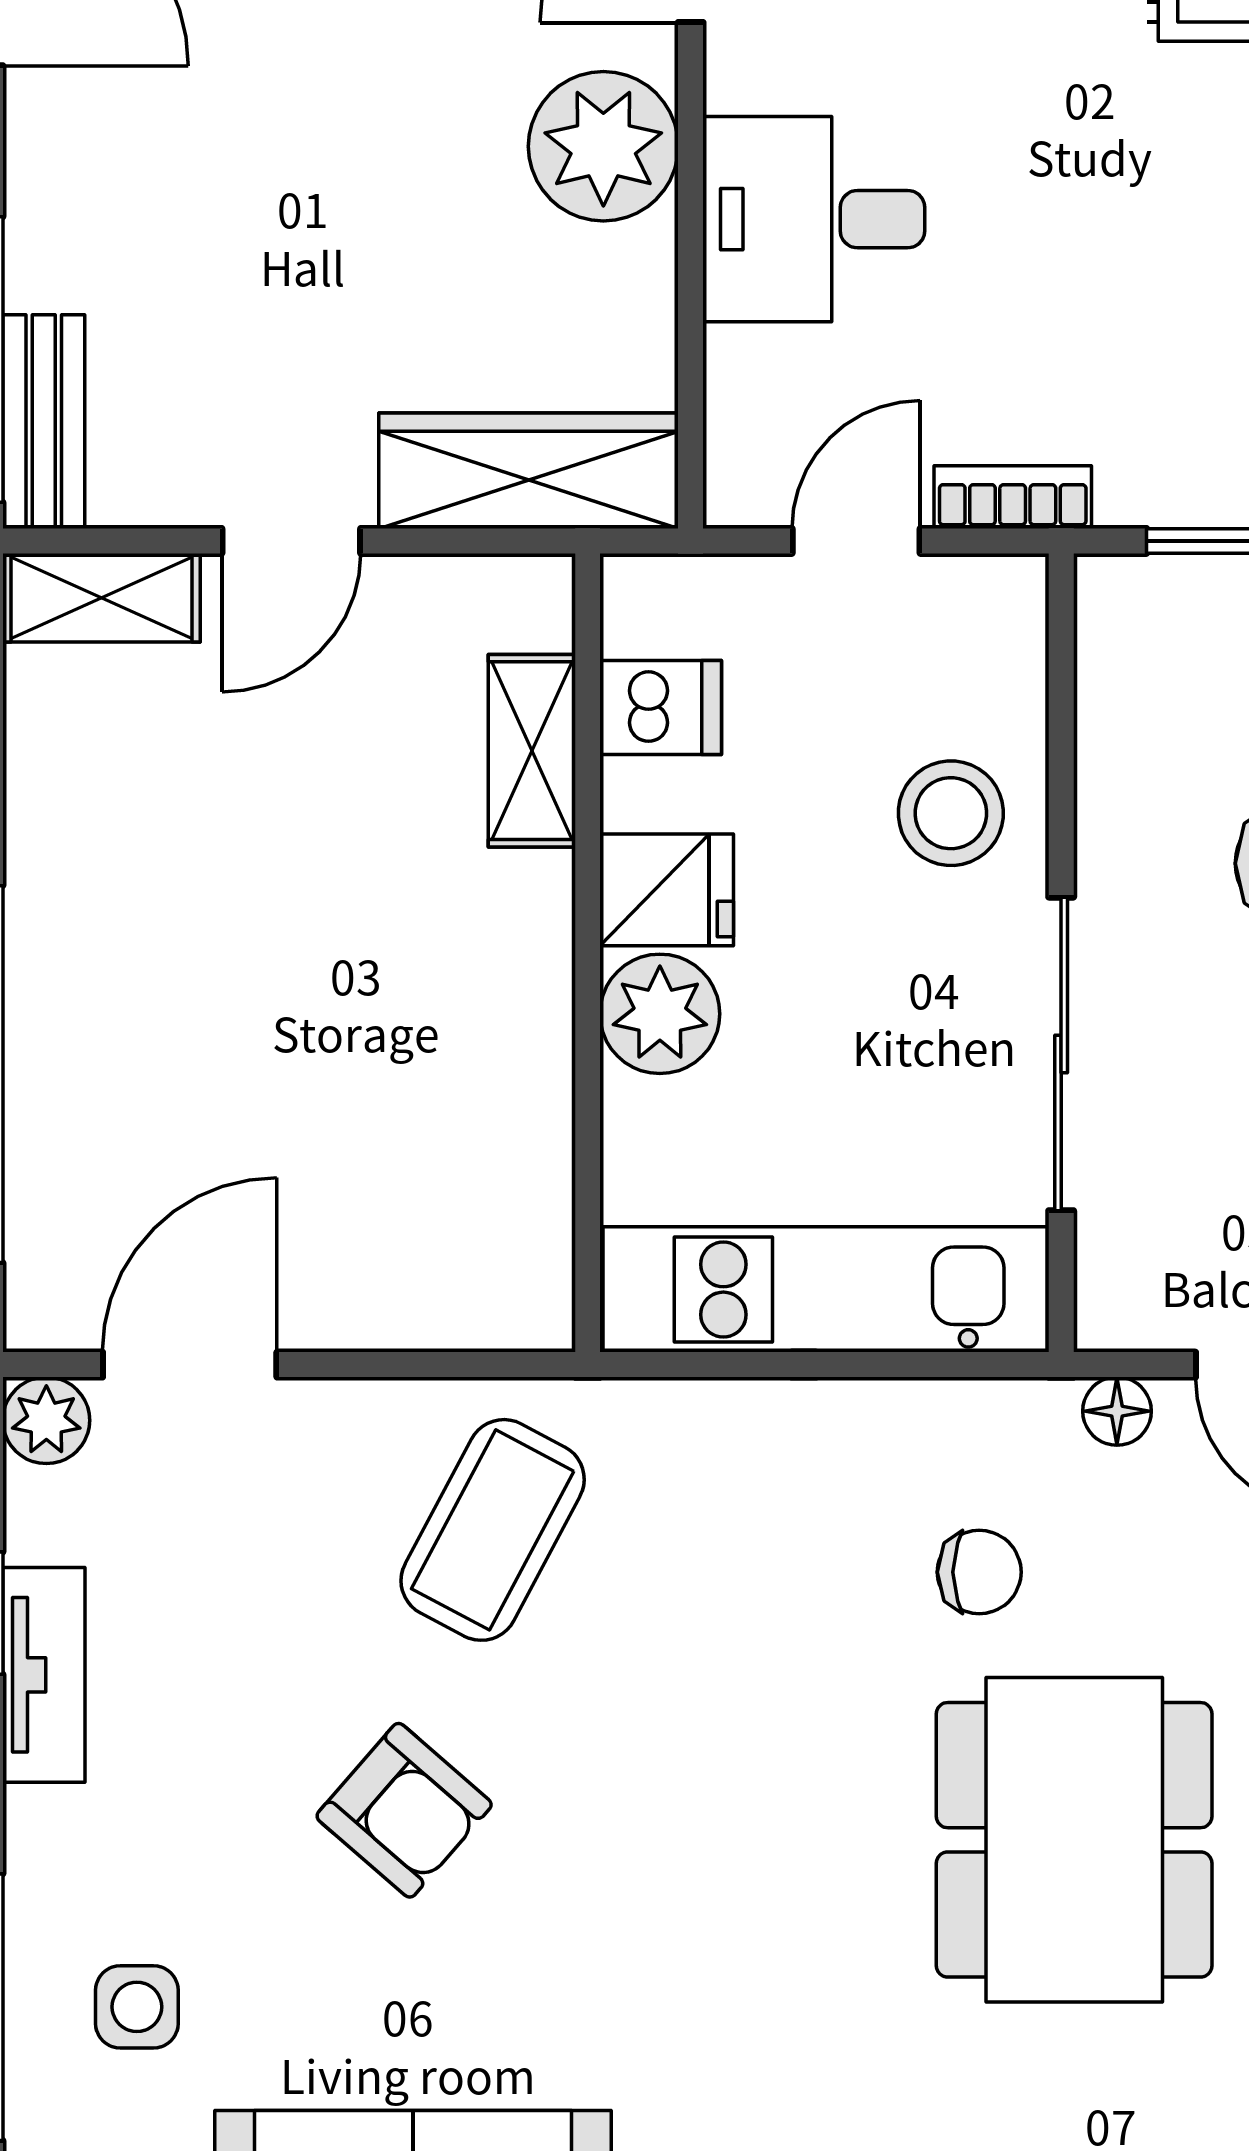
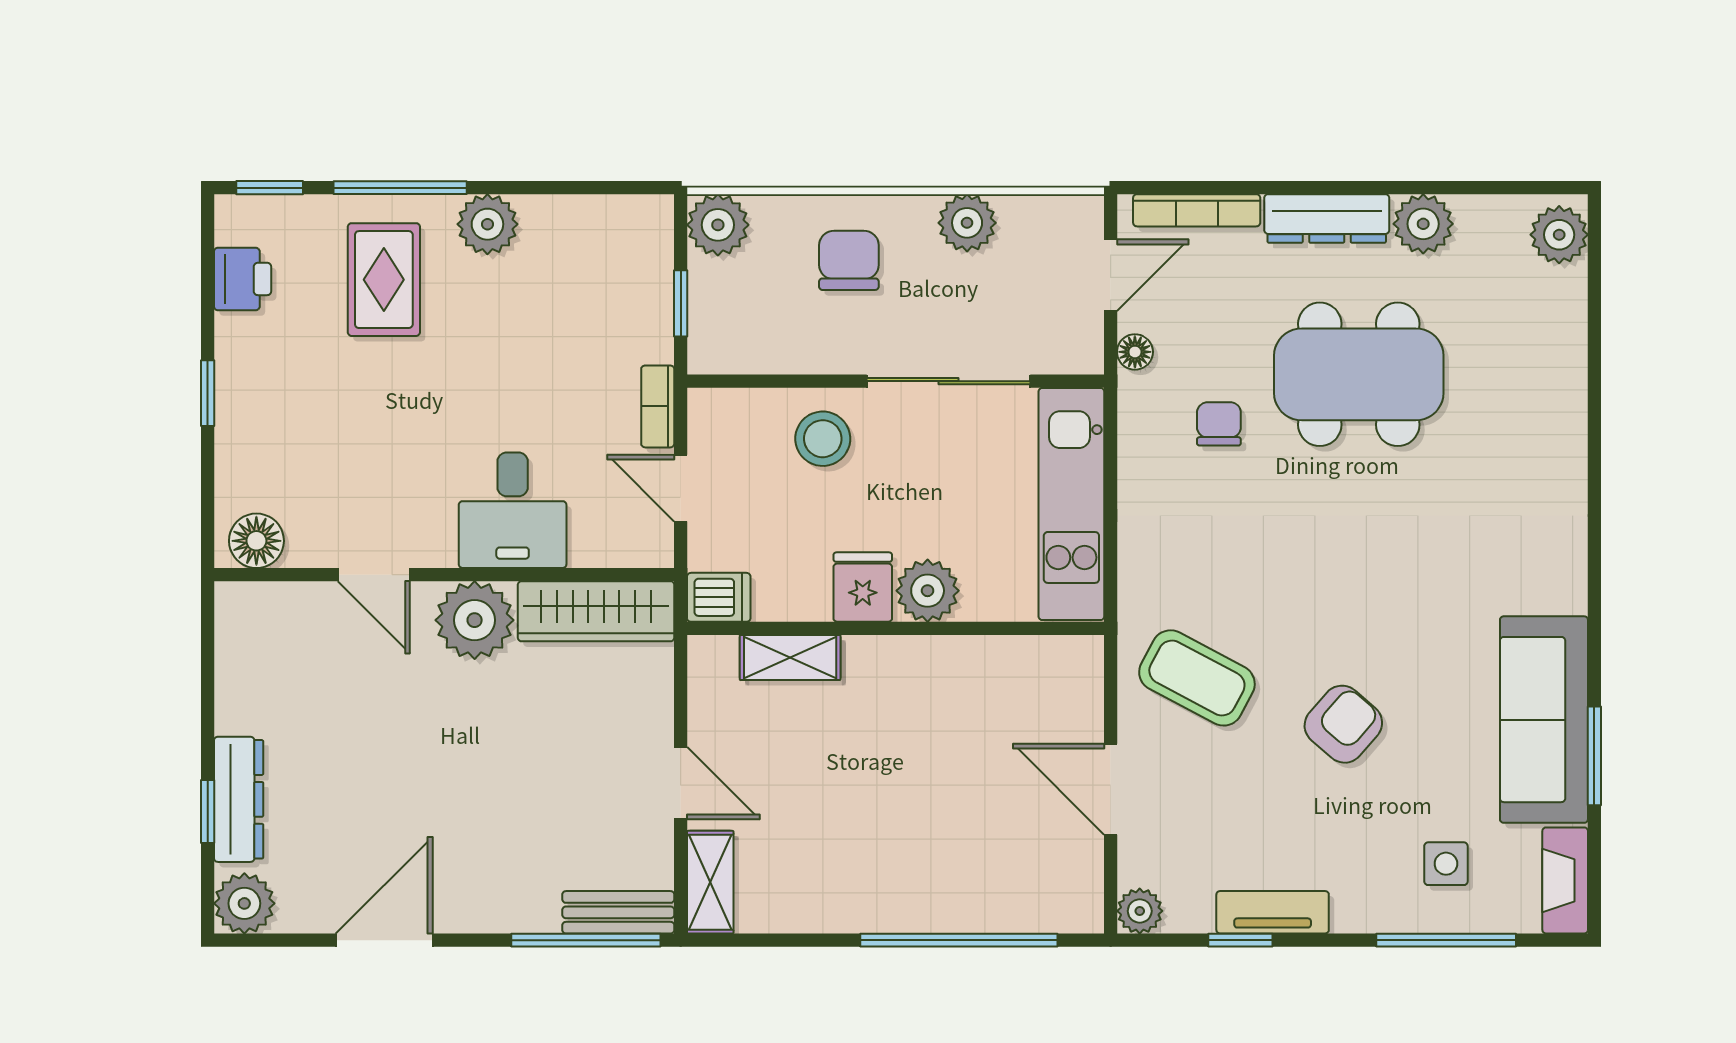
wardrobe: (529, 471) -> (596, 611), moved, turned -90
dishwasher: (661, 707) -> (719, 597), moved, turned 90
door: (190, 1365) -> (1111, 789), moved

